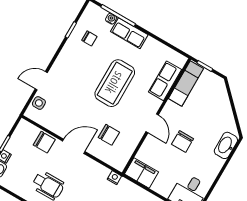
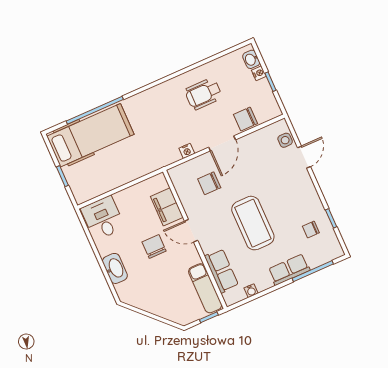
water cooler: (111, 19) -> (251, 291), moved
washbasin: (226, 145) -> (115, 268), moved
filing cabinet: (142, 173) -> (167, 207), moved, turned 90
nightstand: (114, 178) -> (187, 151), moved

